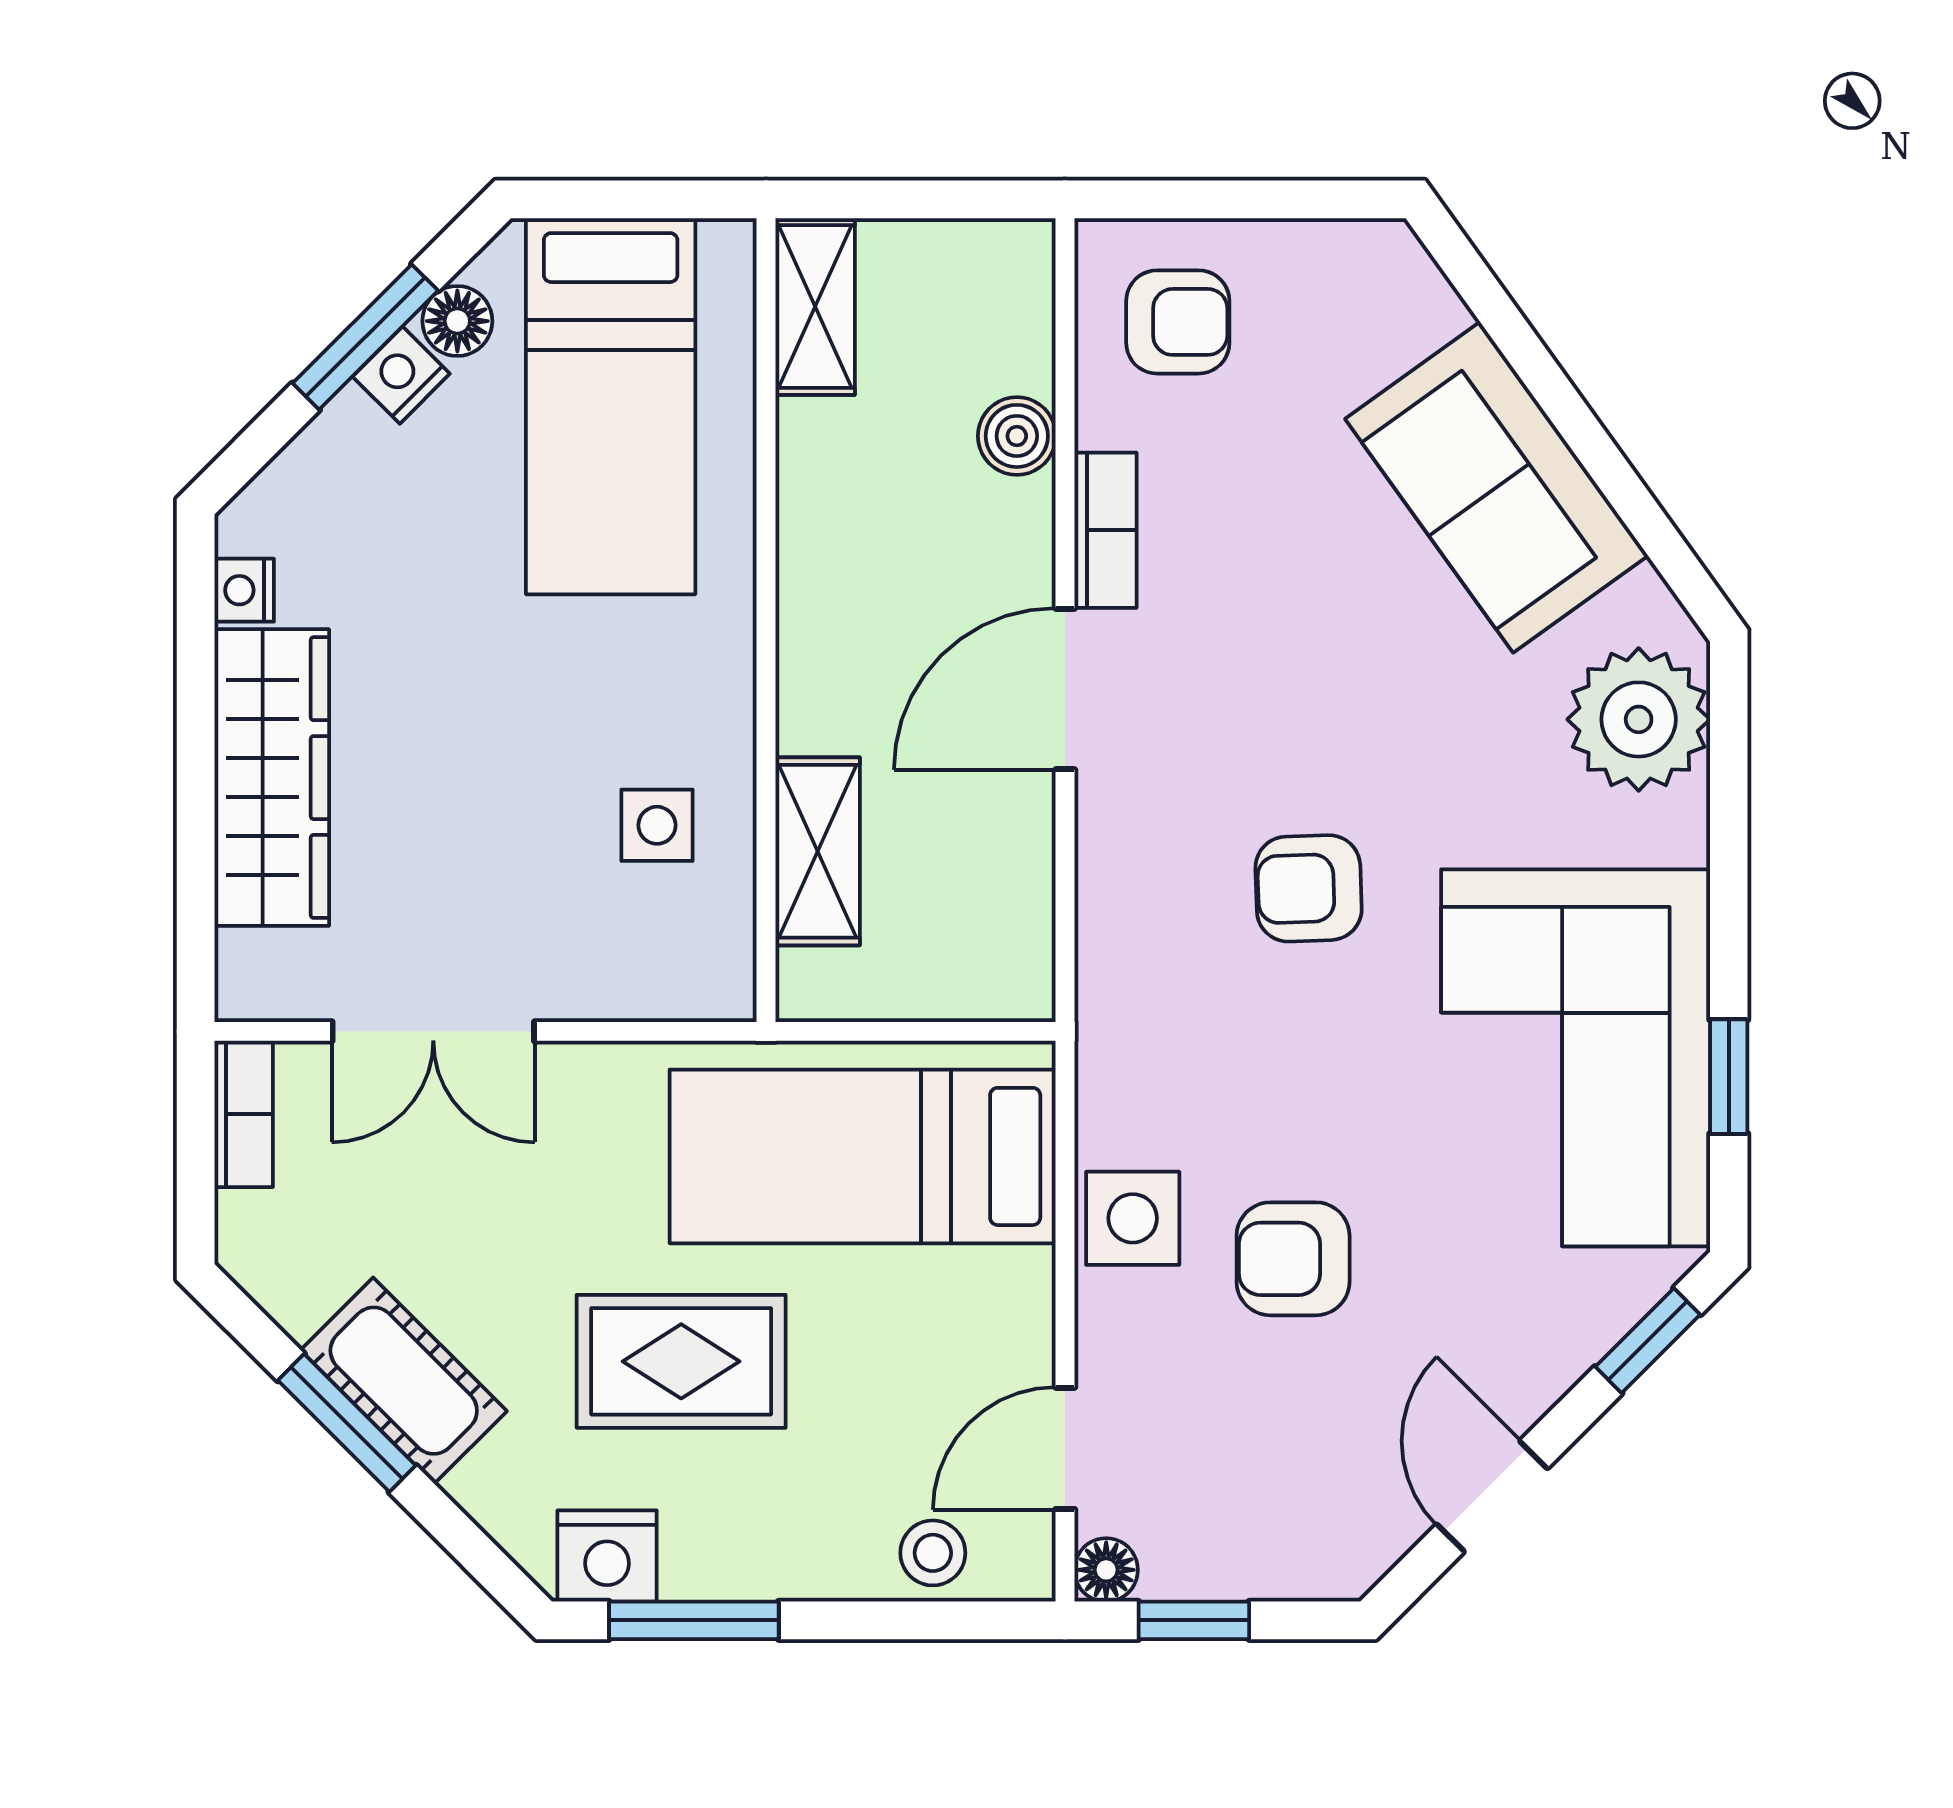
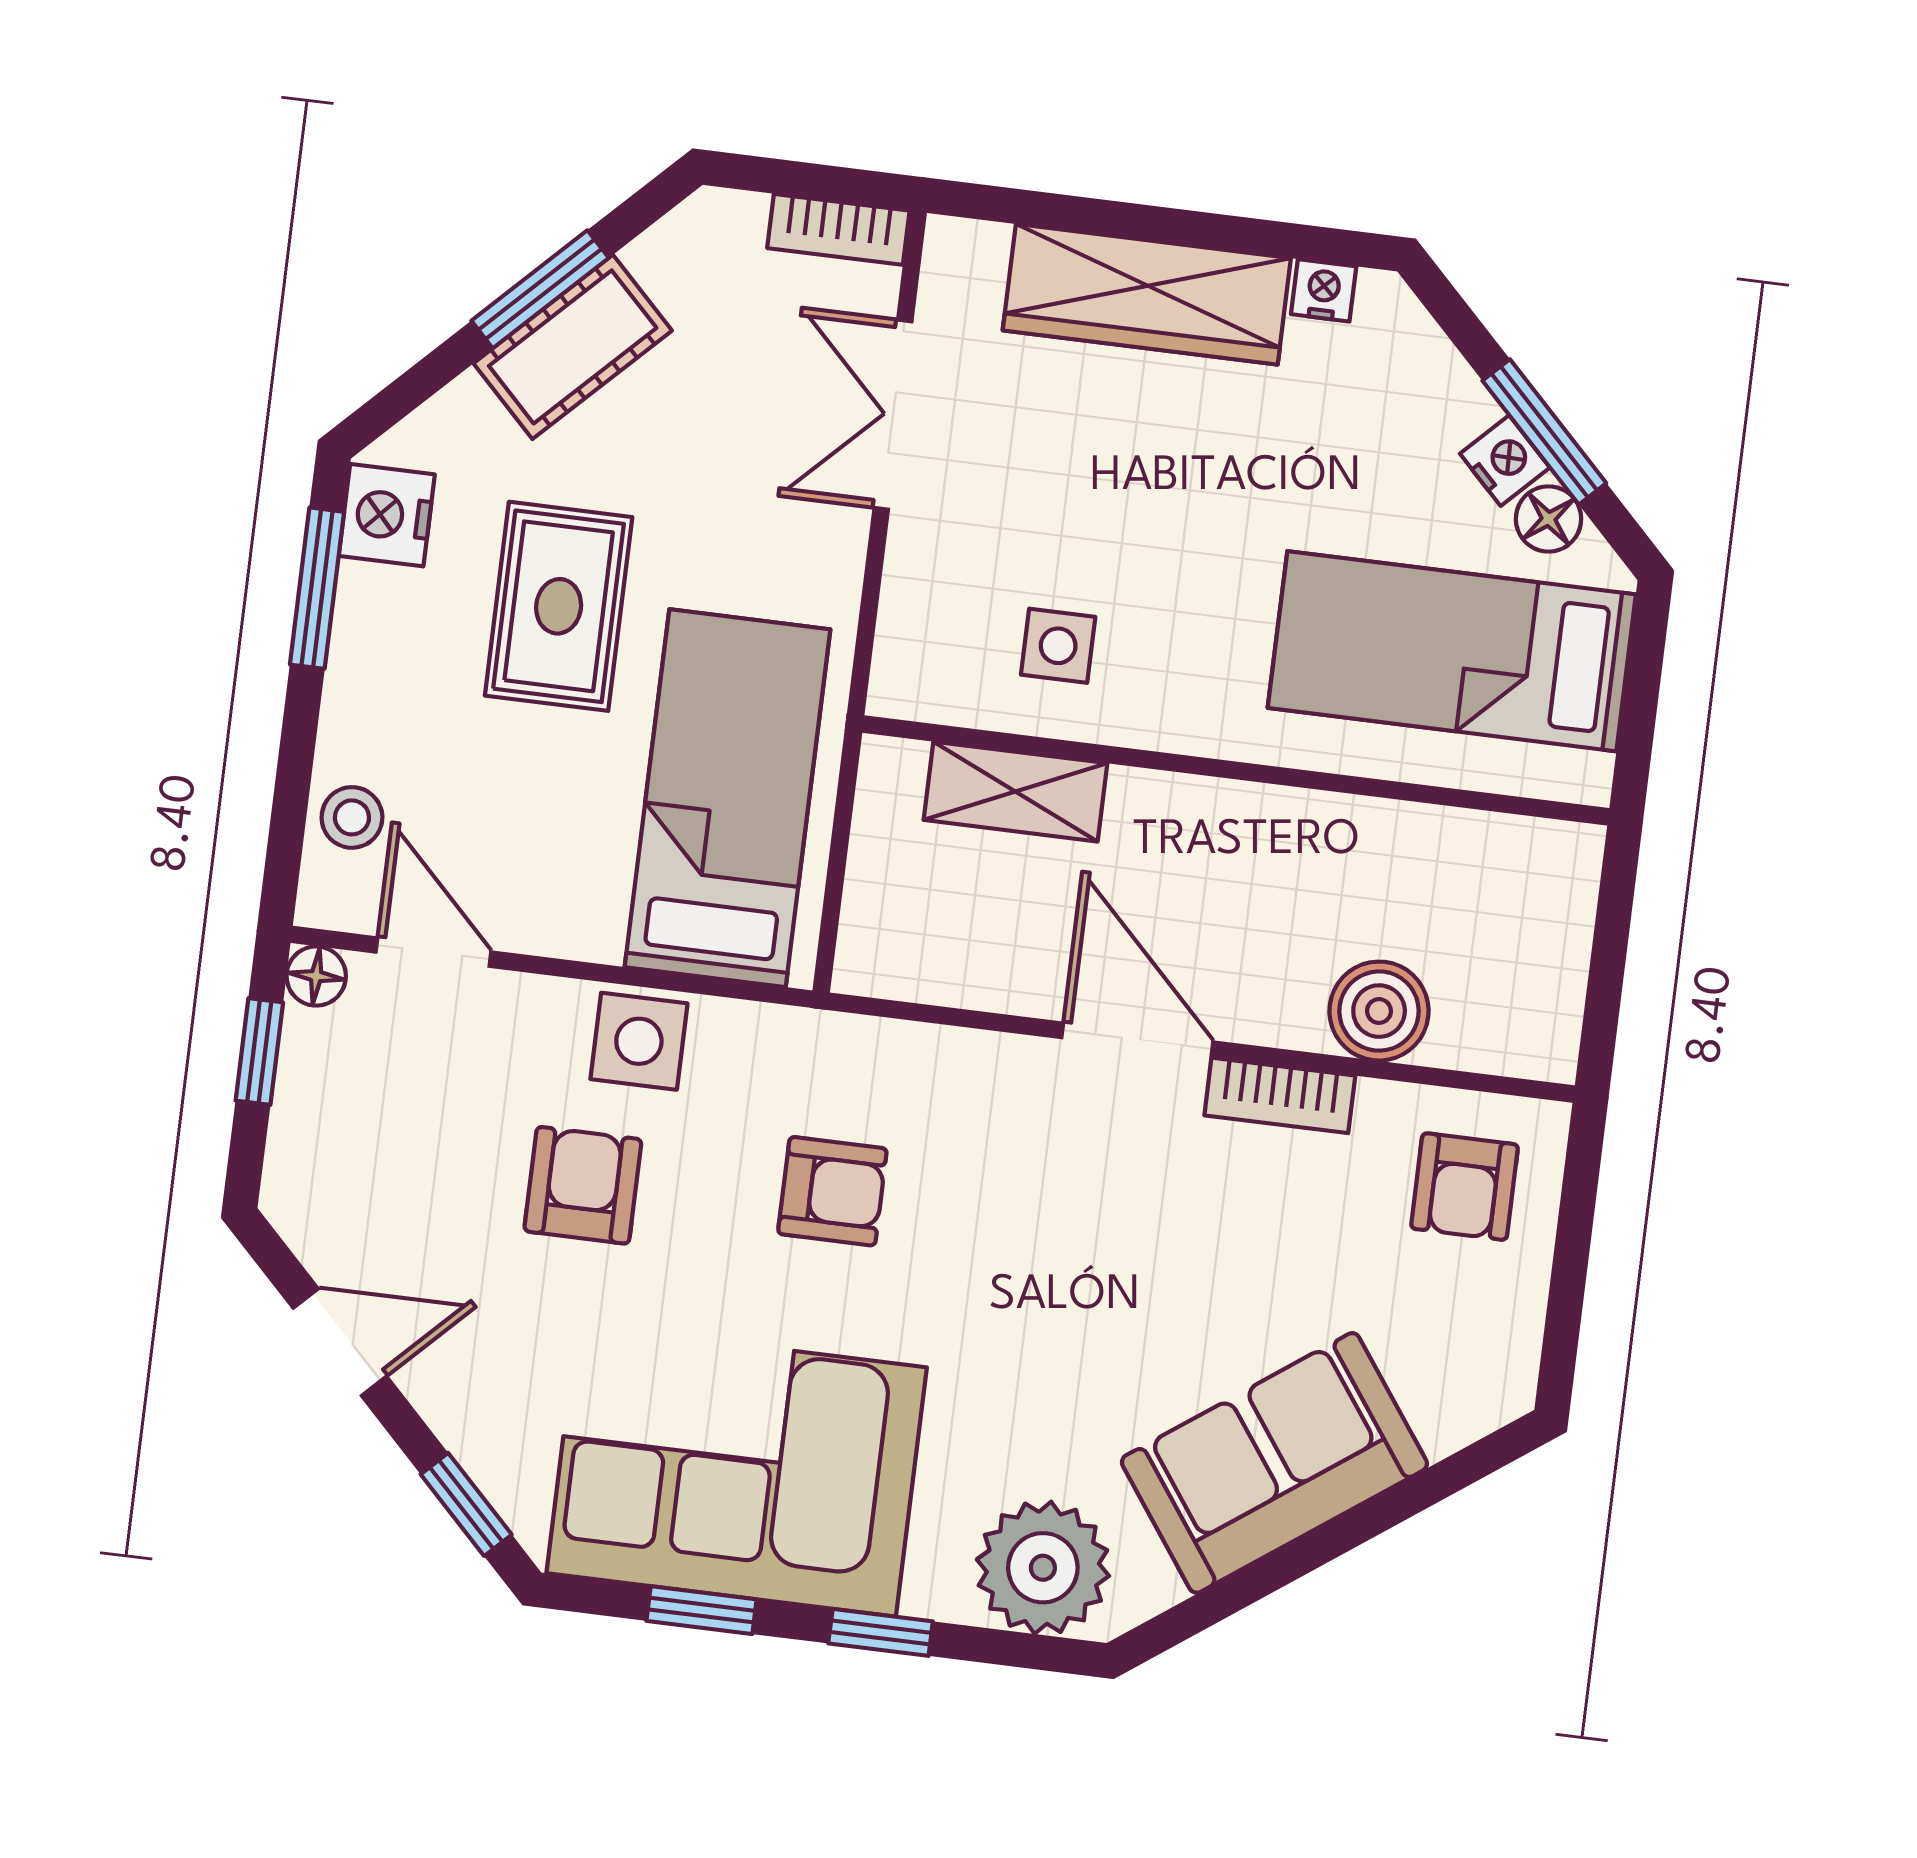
shelving: (815, 306) -> (1521, 852), removed
boiler: (1017, 436) -> (1379, 1011), width x1.36, depth x1.36
window: (1729, 883) -> (881, 1632), added
armchair: (1309, 888) -> (832, 1191), moved, turned 92

